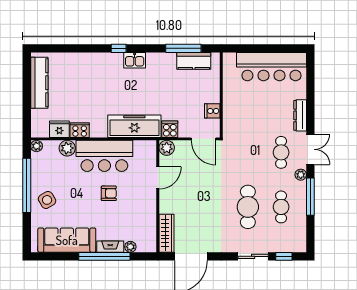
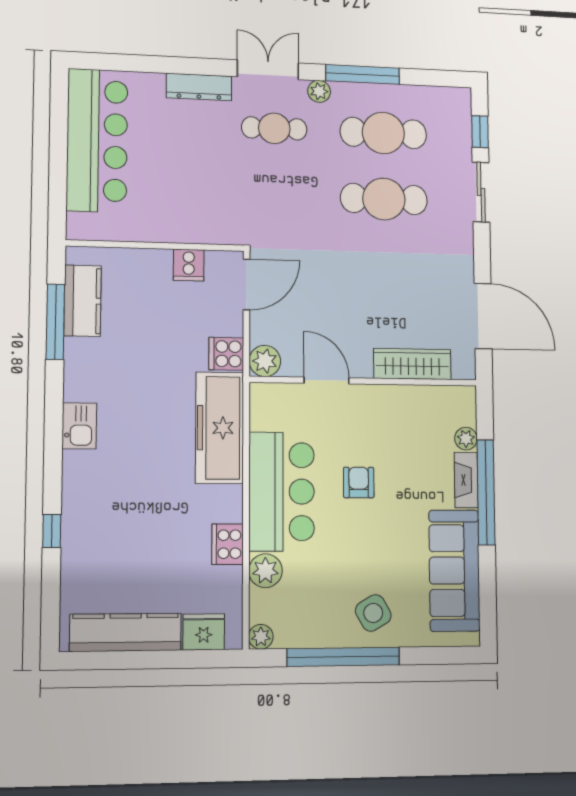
window: (119, 48) -> (52, 531), moved
fridge: (59, 129) -> (204, 632), moved, turned 90
cafe table: (281, 207) -> (383, 133), width x1.37, depth x1.35
wardrobe: (167, 233) -> (412, 364), moved

